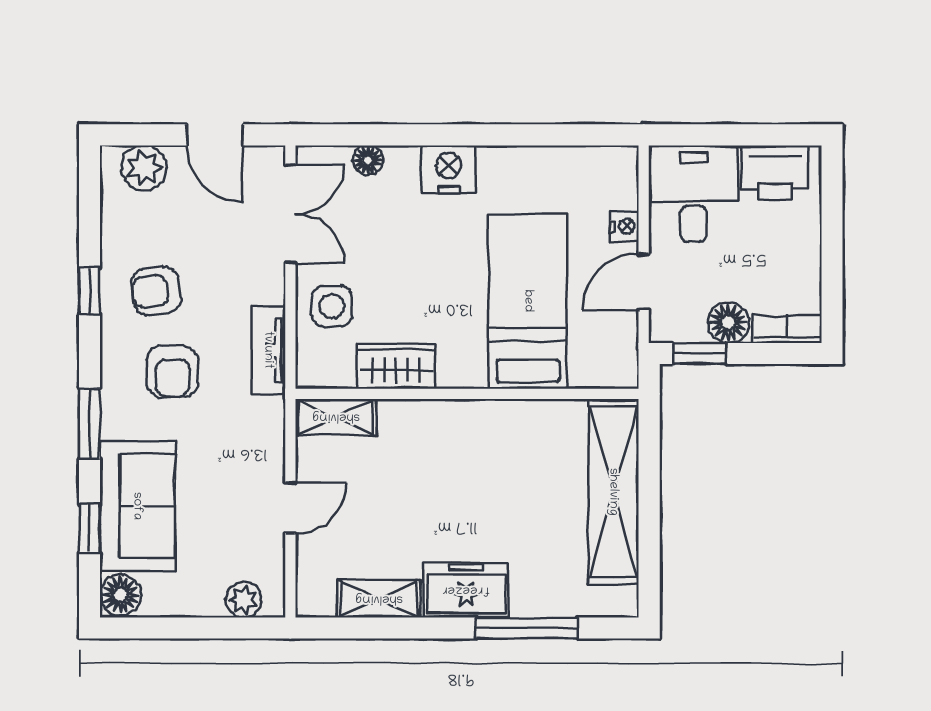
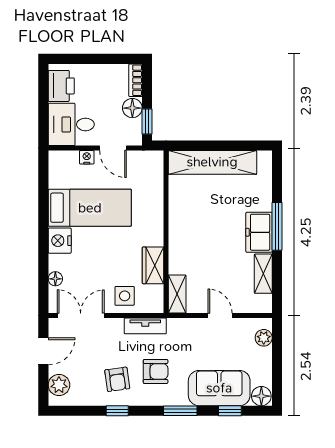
bed: (528, 301) -> (90, 208), moved, turned 180
window: (527, 628) -> (277, 226), moved

